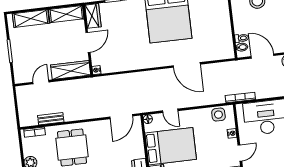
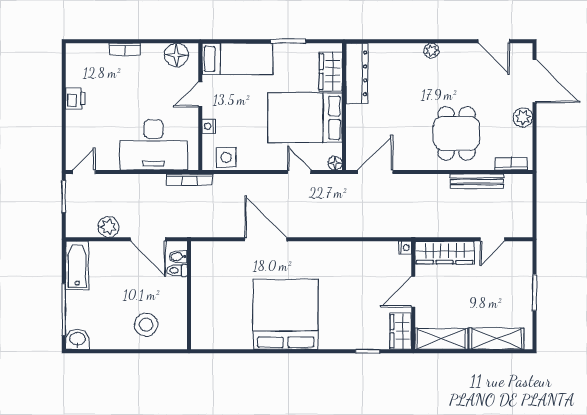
bench: (51, 119) -> (477, 181), width x1.36

